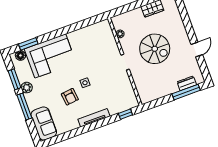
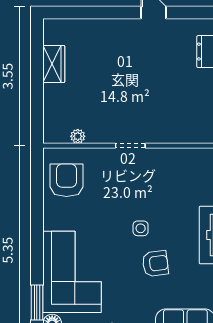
armchair: (96, 36) -> (67, 180), added
spiral stairs: (155, 49) -> (126, 85), removed

